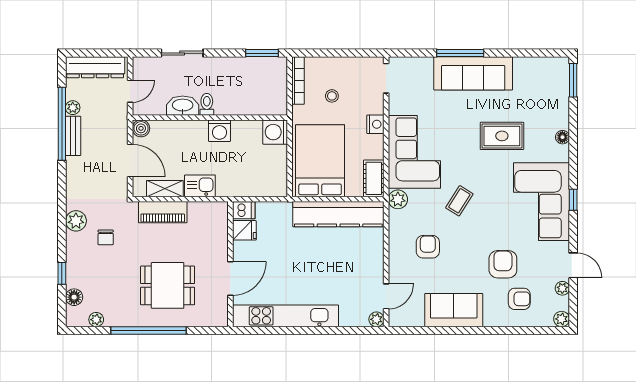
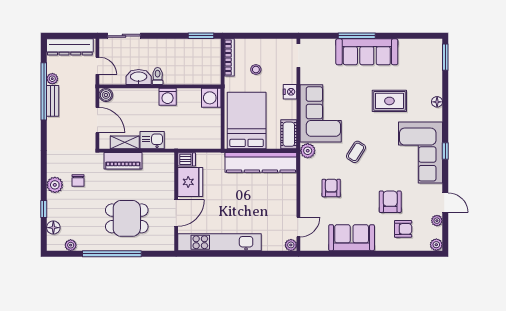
sliding door: (182, 53) -> (124, 36), moved
door: (130, 91) -> (97, 66), hinge flipped
plant: (76, 221) -> (55, 185), moved
fridge: (244, 230) -> (190, 182), width x1.88, depth x1.34

